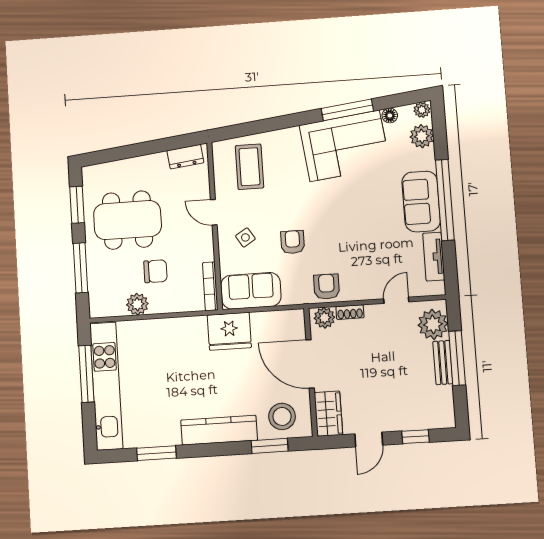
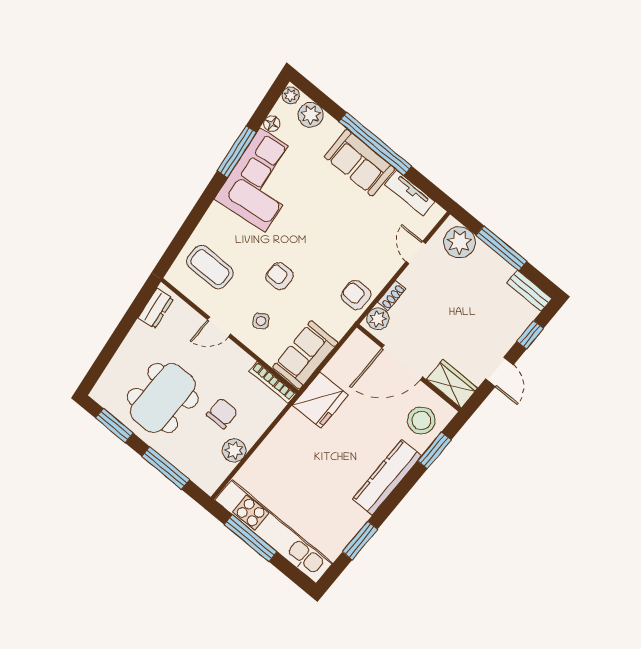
armchair: (293, 242) -> (280, 276), moved
bench: (443, 363) -> (529, 291), moved

